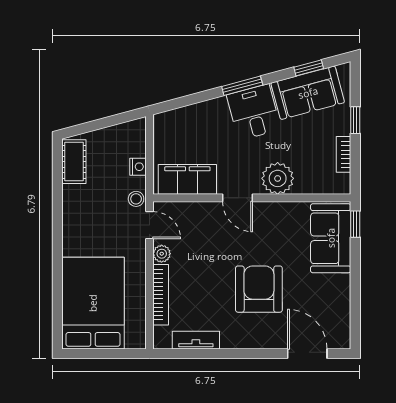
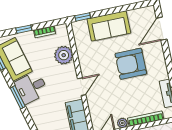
plant: (278, 178) -> (64, 55), moved
sofa: (331, 238) -> (109, 26), moved

